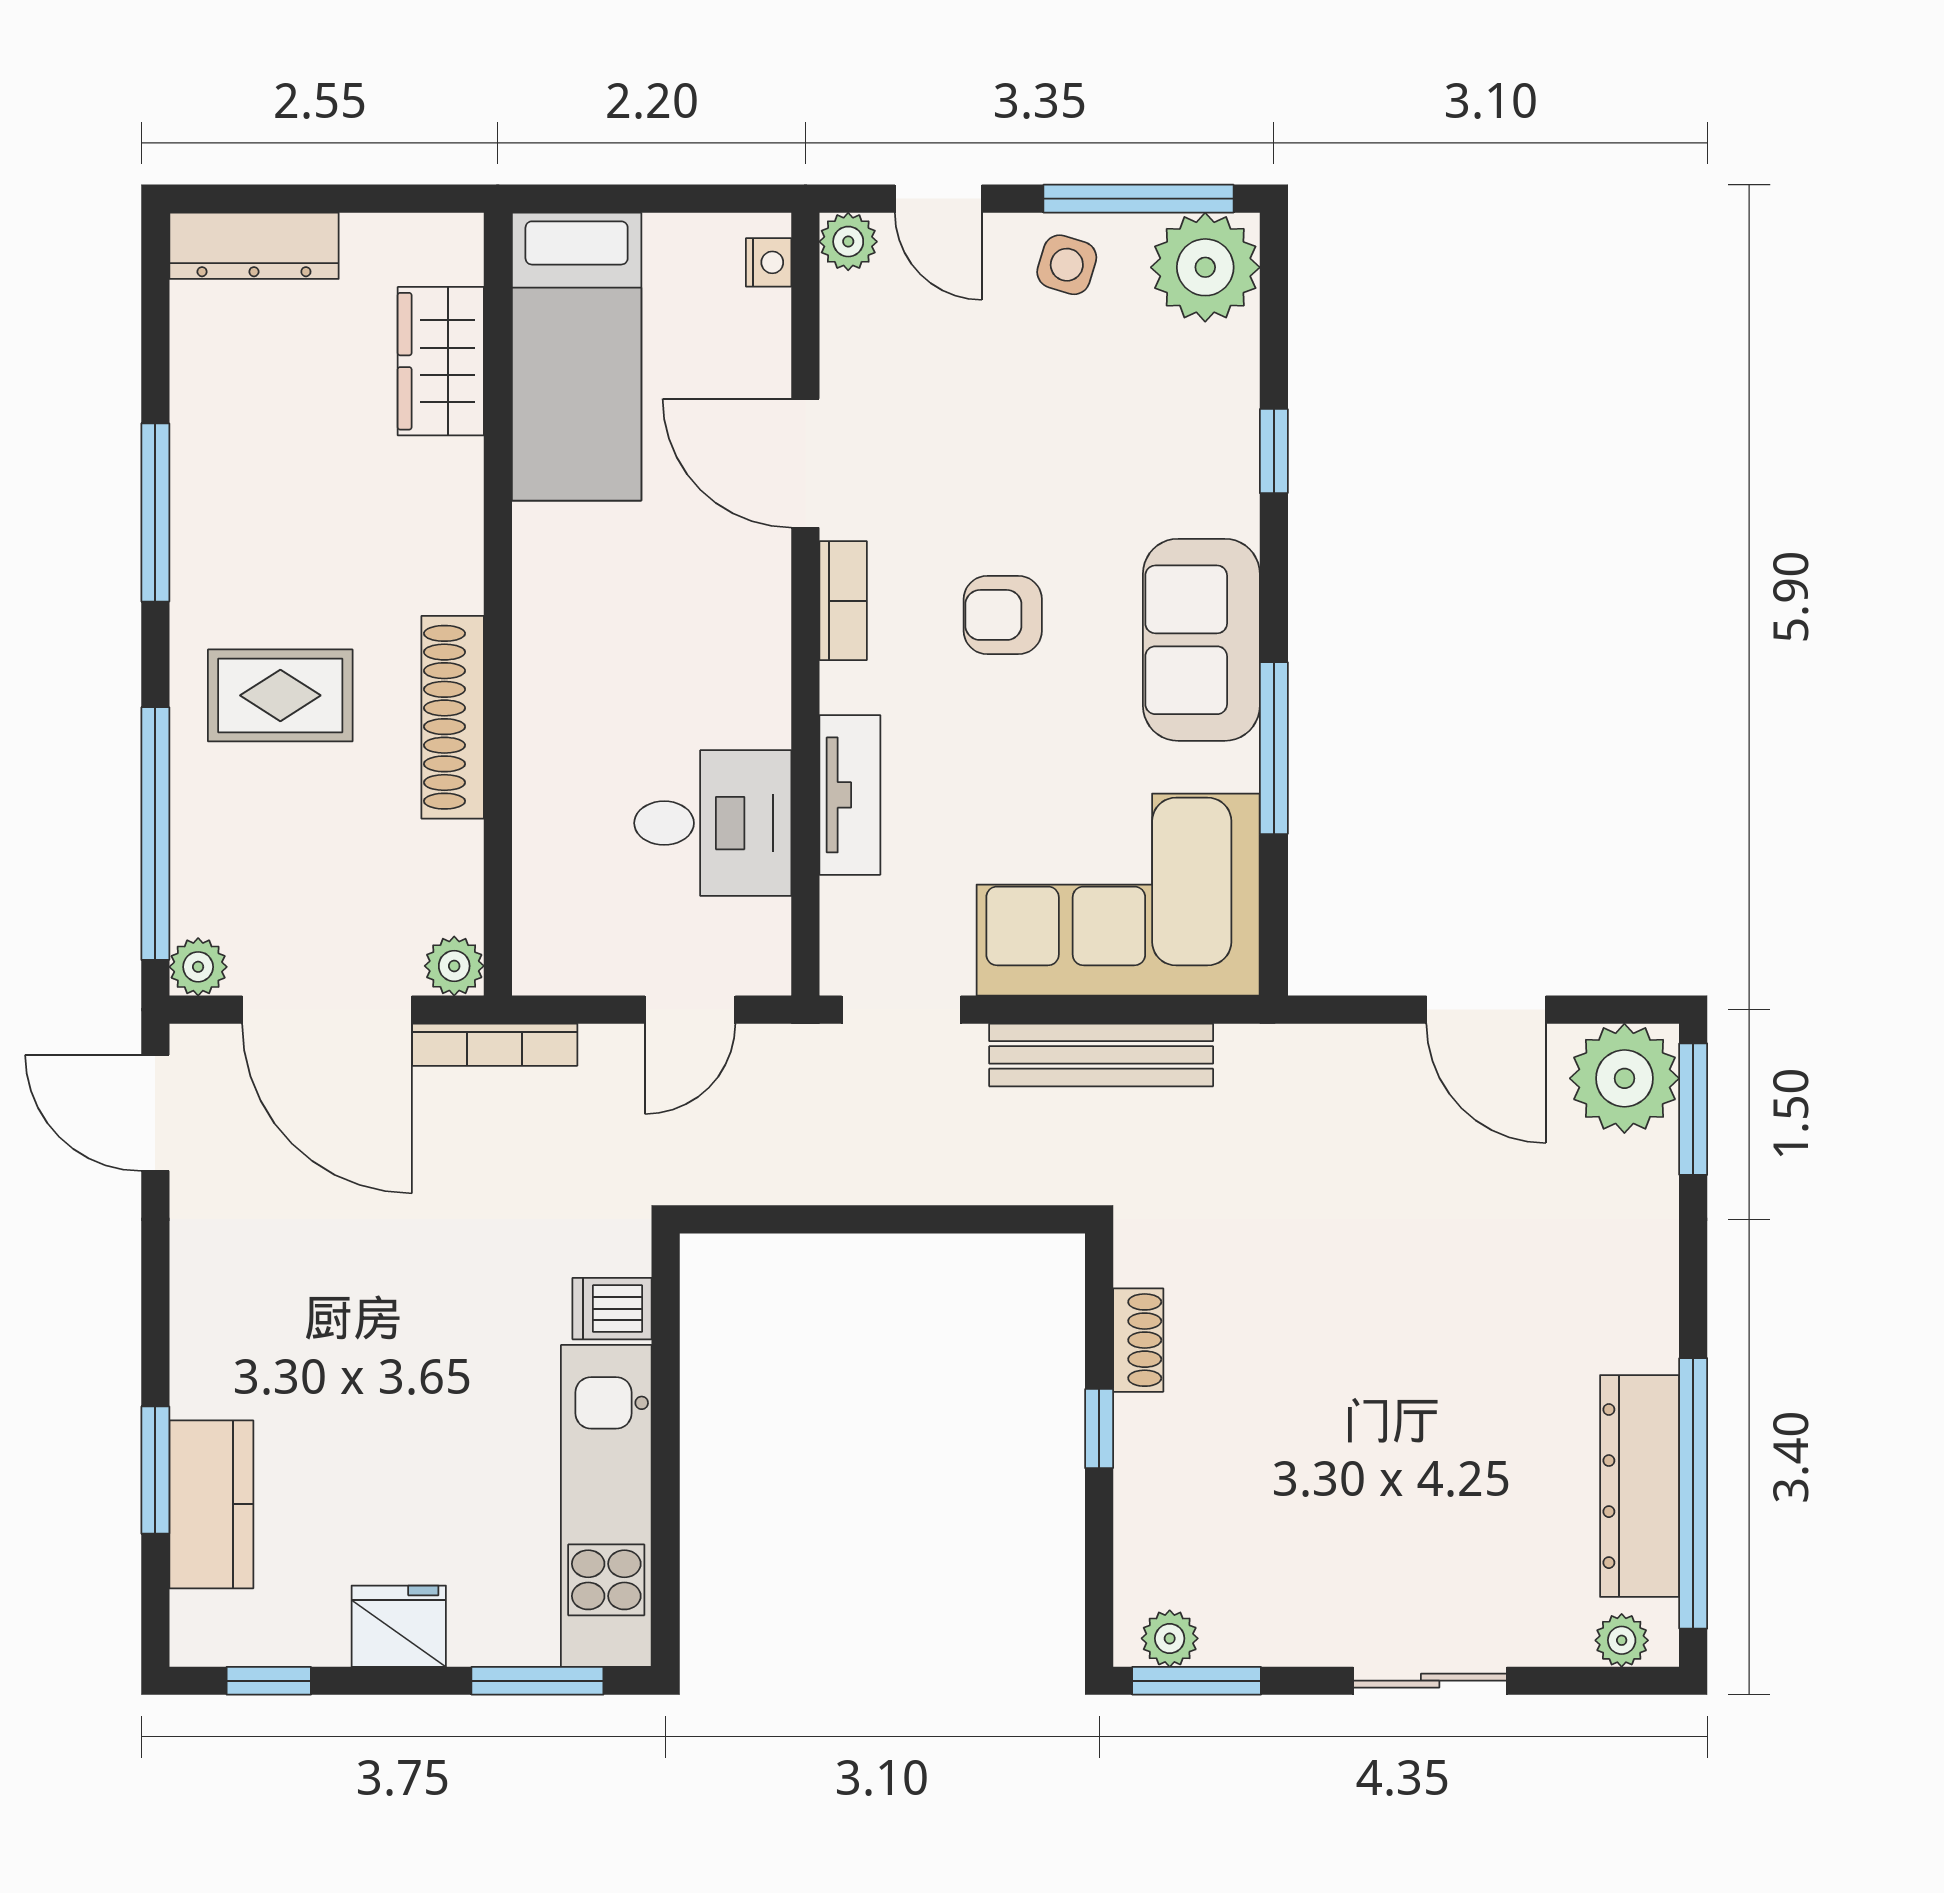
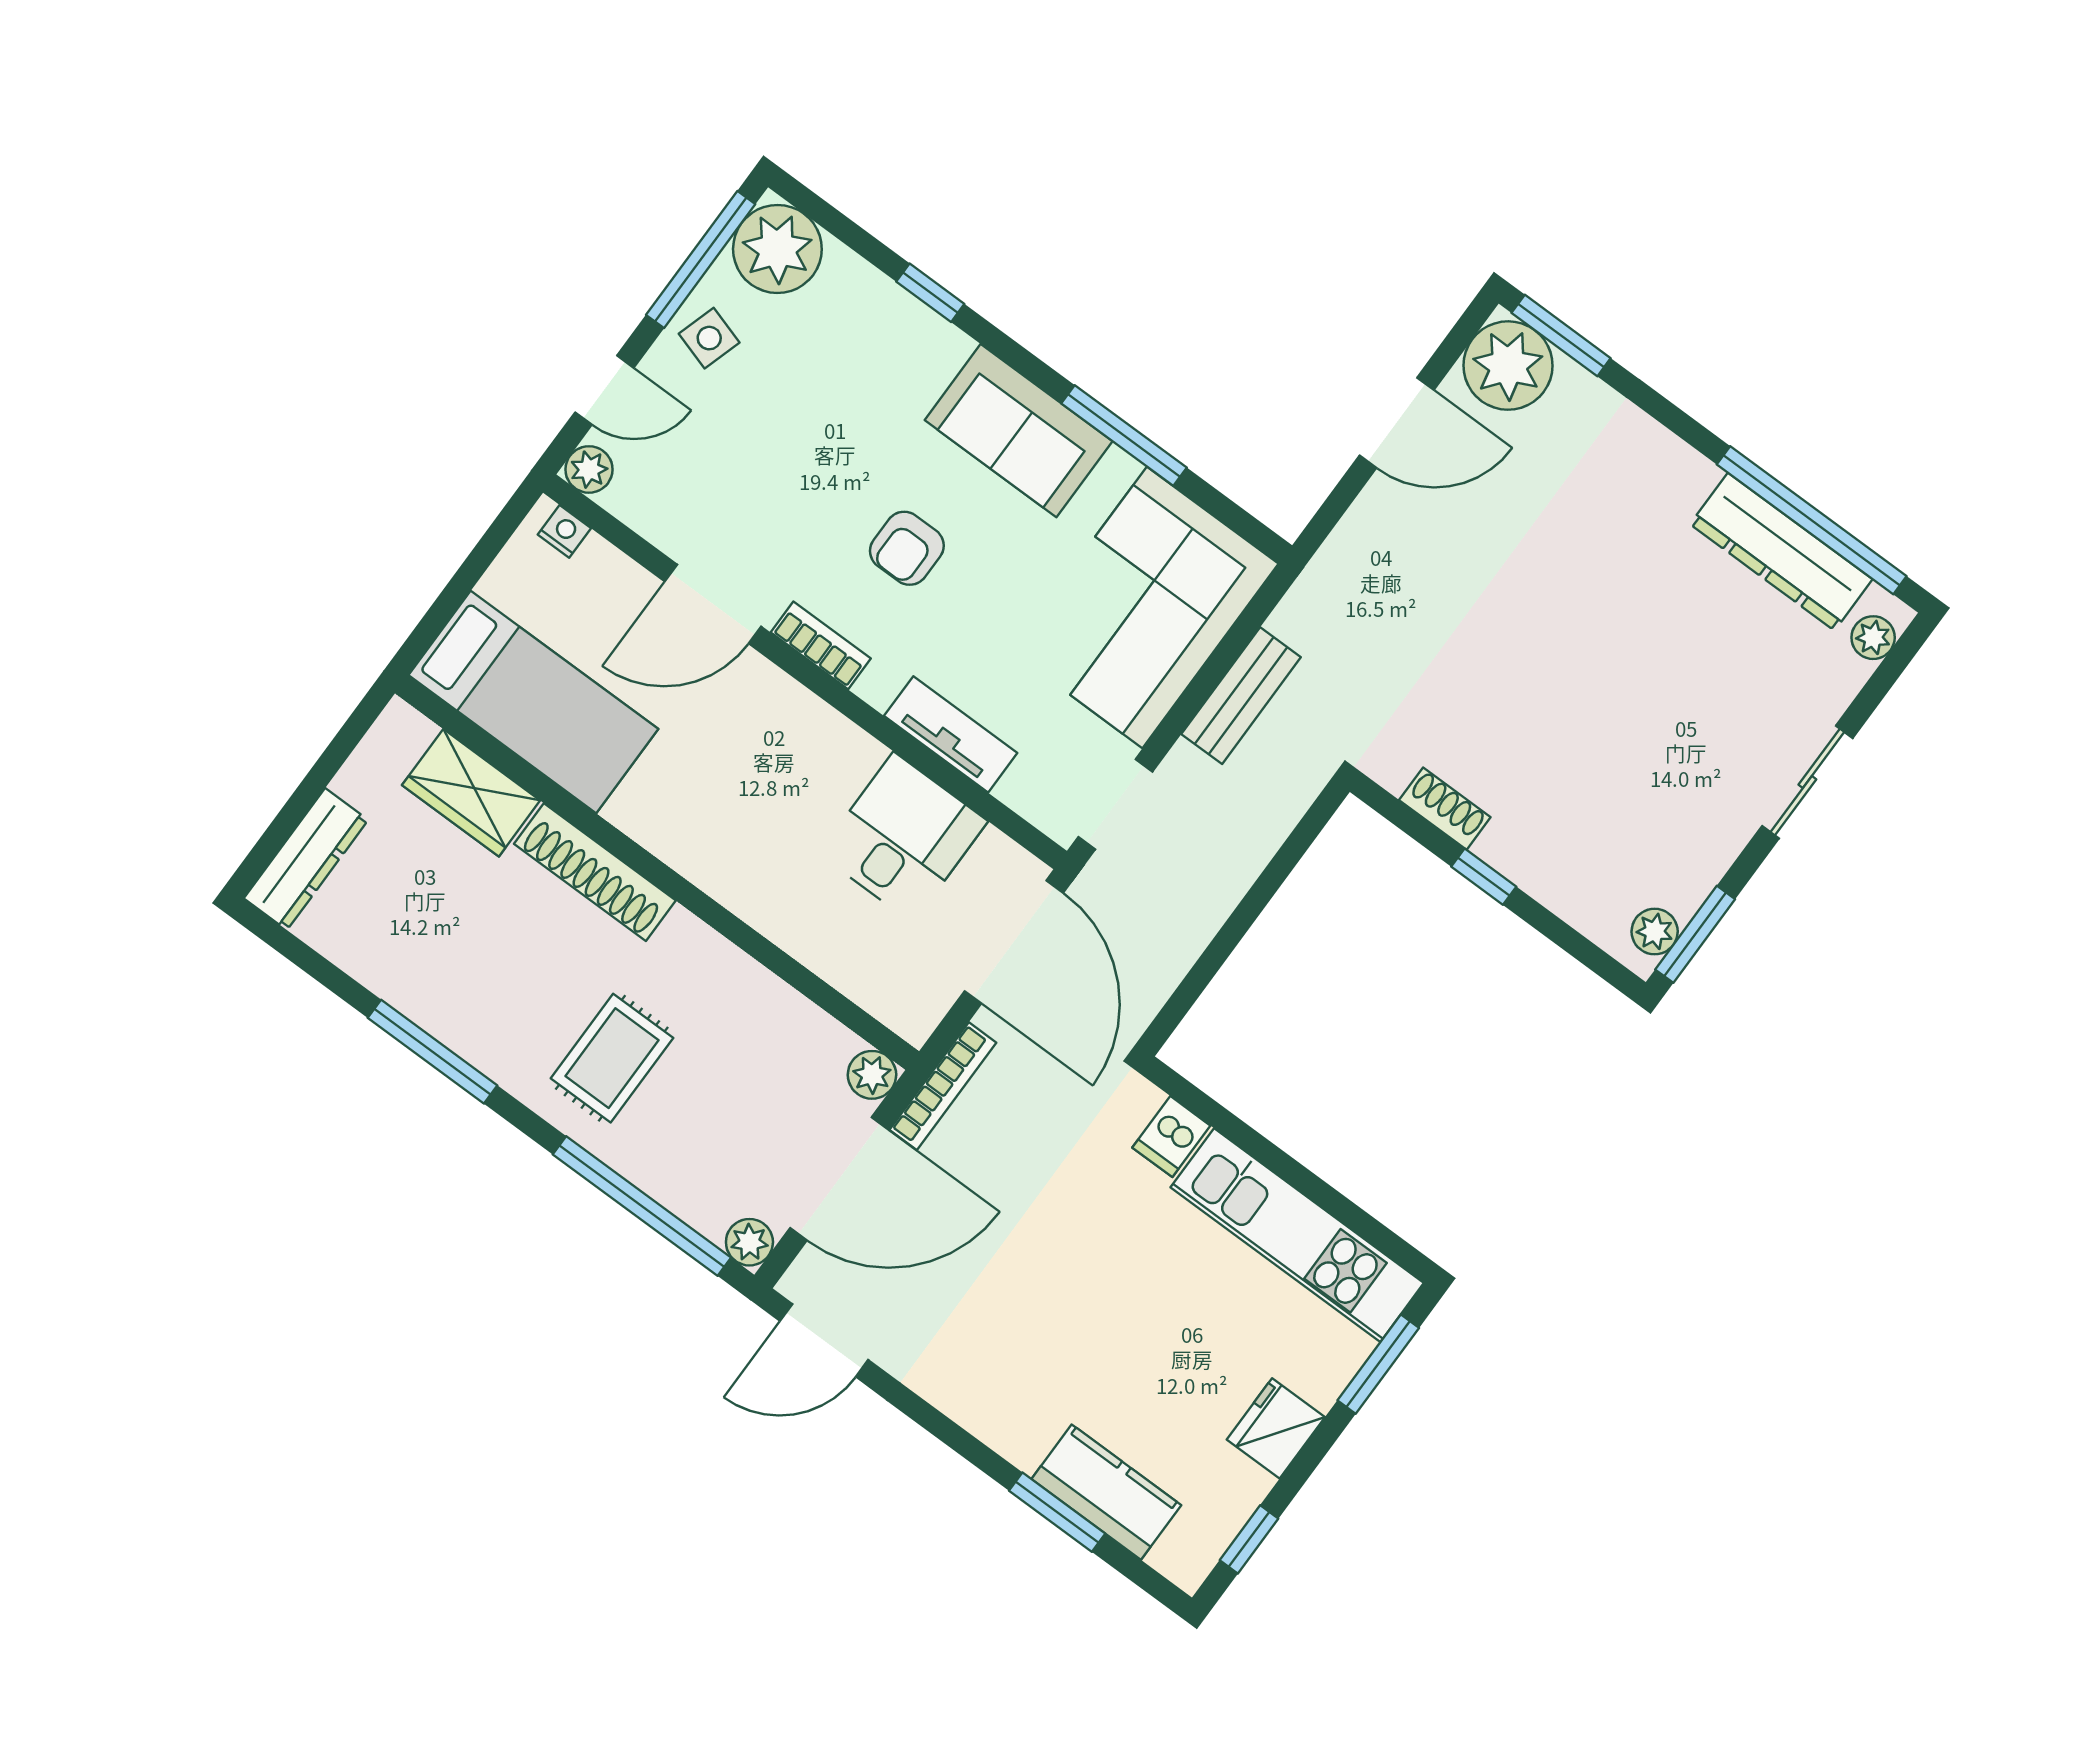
shoe rack: (453, 717) -> (595, 872), moved
door: (690, 1010) -> (1014, 942), width x1.88
bench: (1101, 1055) -> (1241, 696), width x0.73

